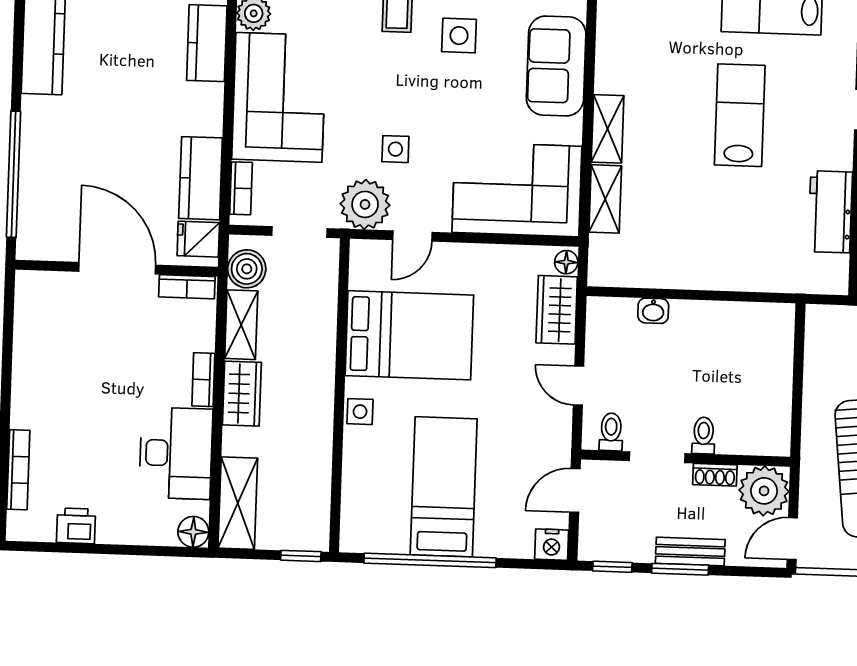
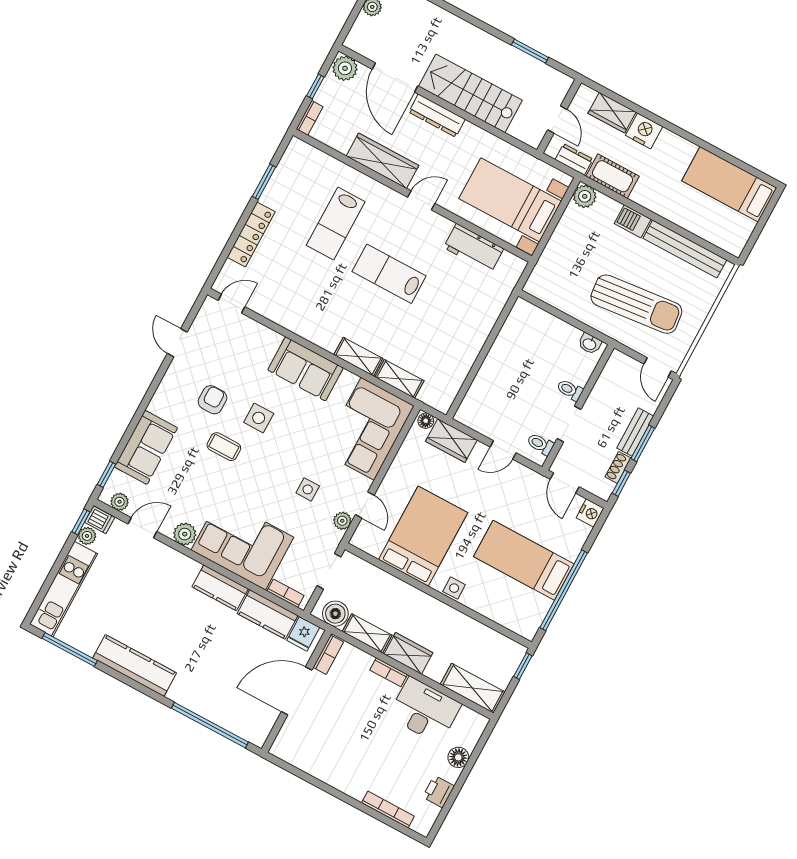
kitchen counter: (207, 43) -> (220, 588), moved
plant: (365, 204) -> (342, 521), width x0.53, depth x0.53
washbasin: (653, 311) -> (590, 344), moved, turned 90
shoe rack: (715, 475) -> (618, 467), moved, turned 180
plant: (764, 491) -> (621, 370), removed
floor lamp: (193, 532) -> (458, 757), moved

